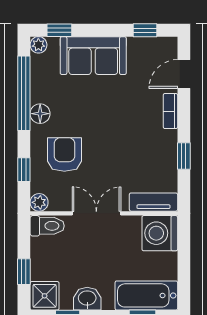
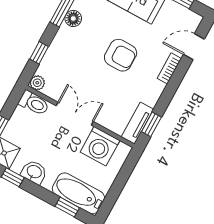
armchair: (64, 154) -> (121, 55), moved, turned 90
window: (184, 156) -> (151, 124), moved
tv unit: (153, 202) -> (137, 123), moved, turned -90
washing machine: (160, 233) -> (100, 146), moved, turned -90

